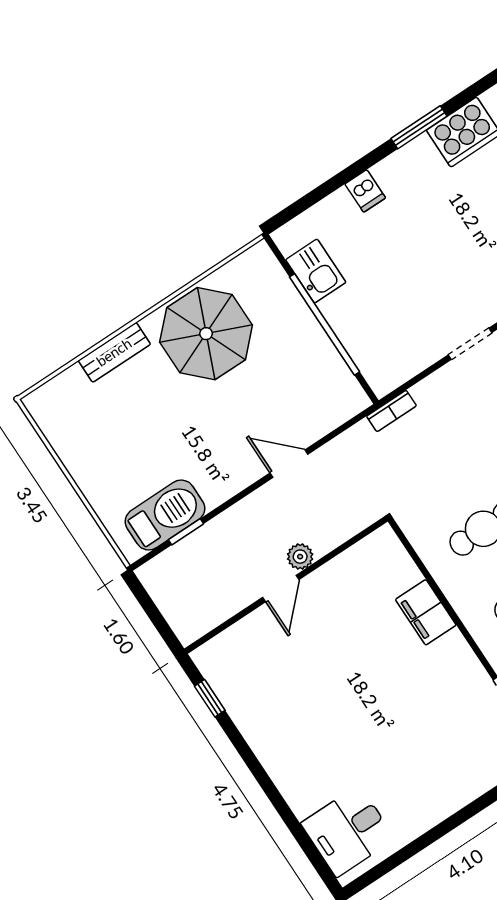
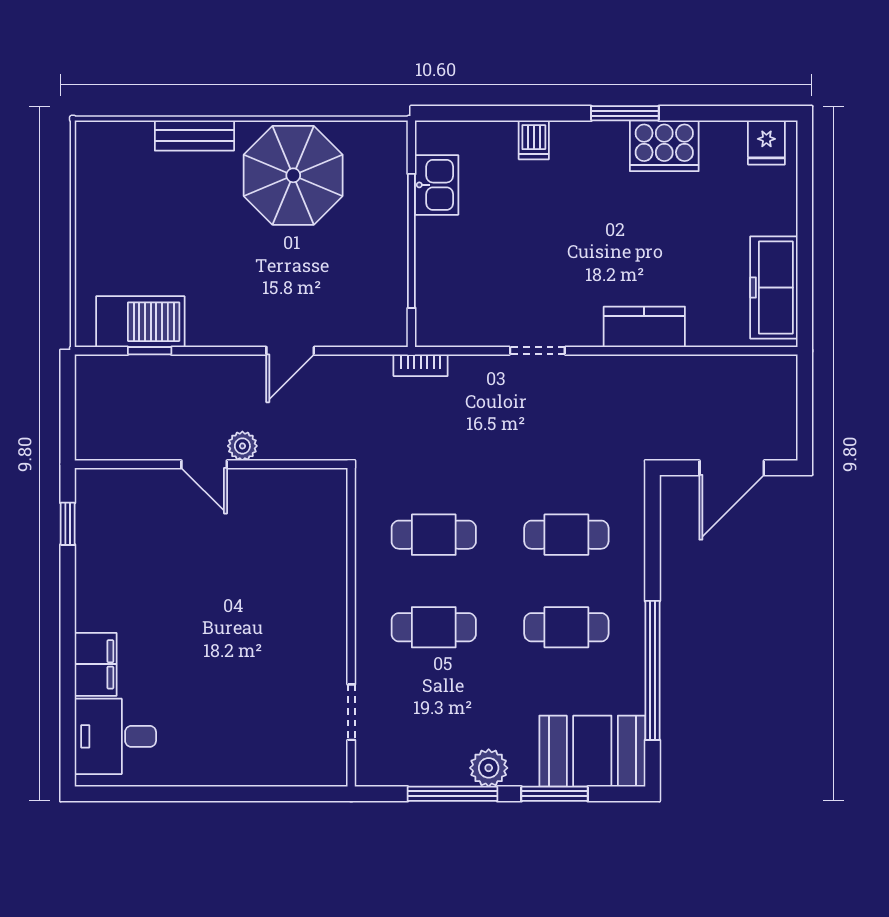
door: (289, 464) -> (290, 351), swing flipped
door: (281, 588) -> (204, 464), hinge flipped
filing cabinet: (426, 612) -> (96, 664), moved, turned 180

